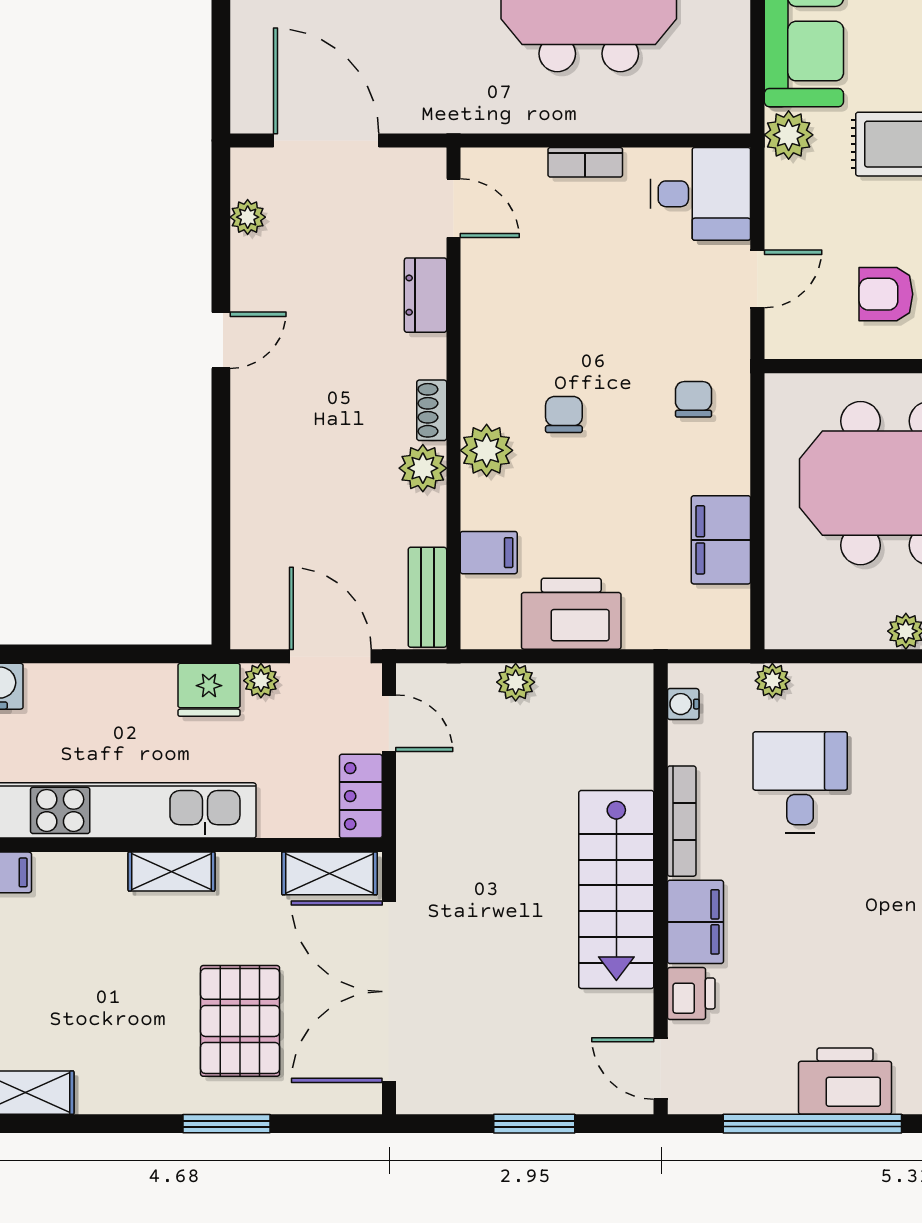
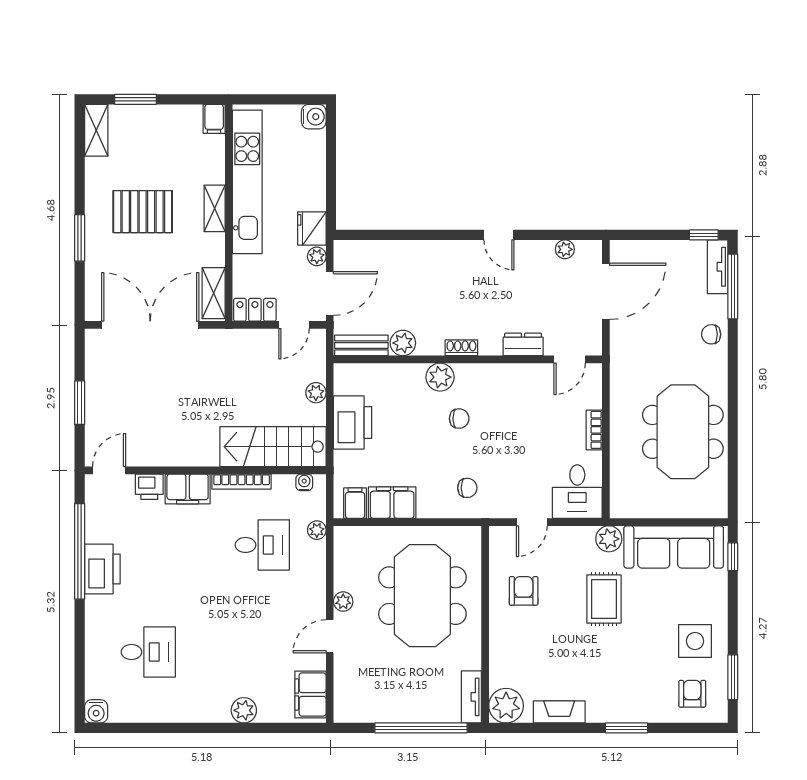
door: (757, 279) -> (532, 522), hinge flipped
plant: (423, 468) -> (403, 343), moved
filing cabinet: (489, 553) -> (355, 503), moved, turned 180
stairs: (616, 889) -> (273, 447), moved
pallet: (240, 1021) -> (143, 212), moved

